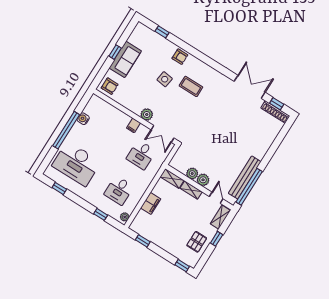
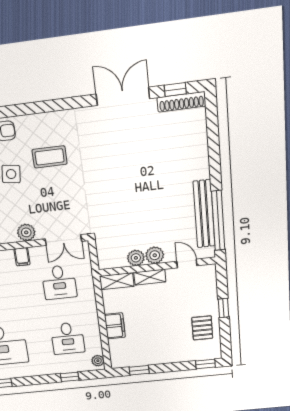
shelving: (220, 217) -> (209, 281), removed

